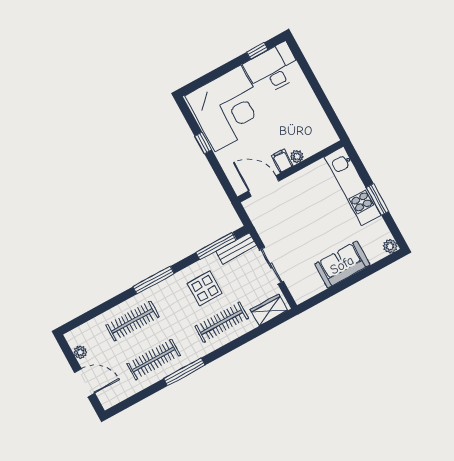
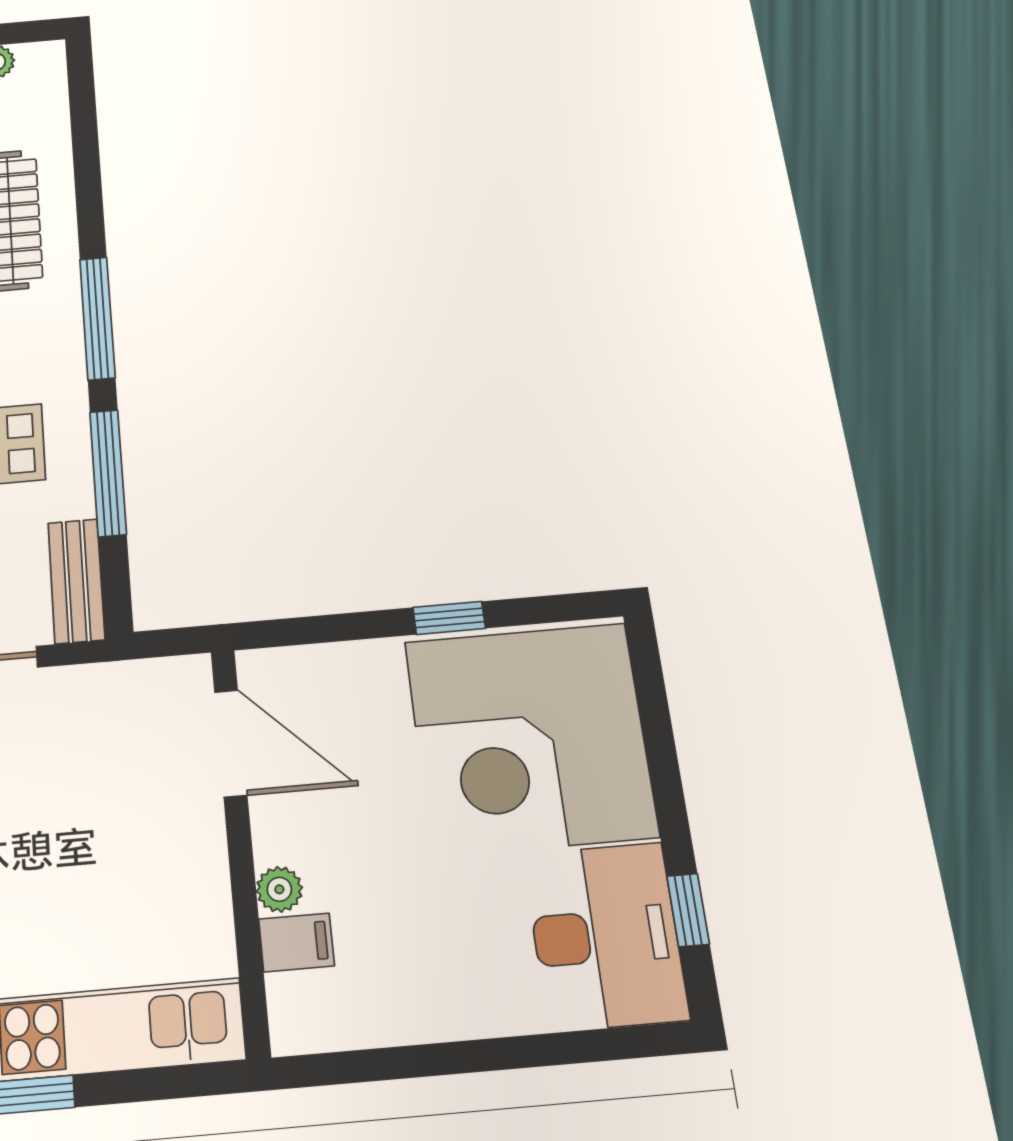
filing cabinet: (282, 161) -> (296, 942), moved
door: (264, 186) -> (231, 743), hinge flipped
window: (216, 246) -> (108, 473), moved

